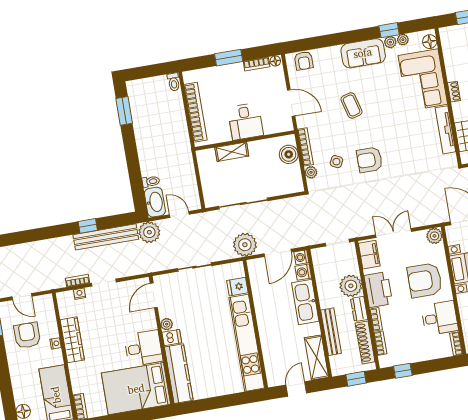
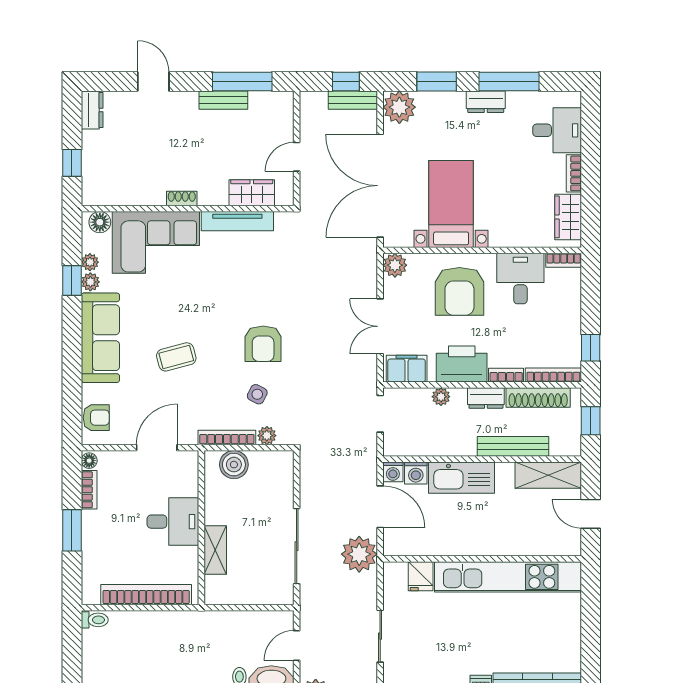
sofa: (363, 53) -> (100, 338), width x1.36
plant: (351, 286) -> (441, 397), width x0.53, depth x0.53
bookcase: (380, 343) -> (553, 375), width x1.56

